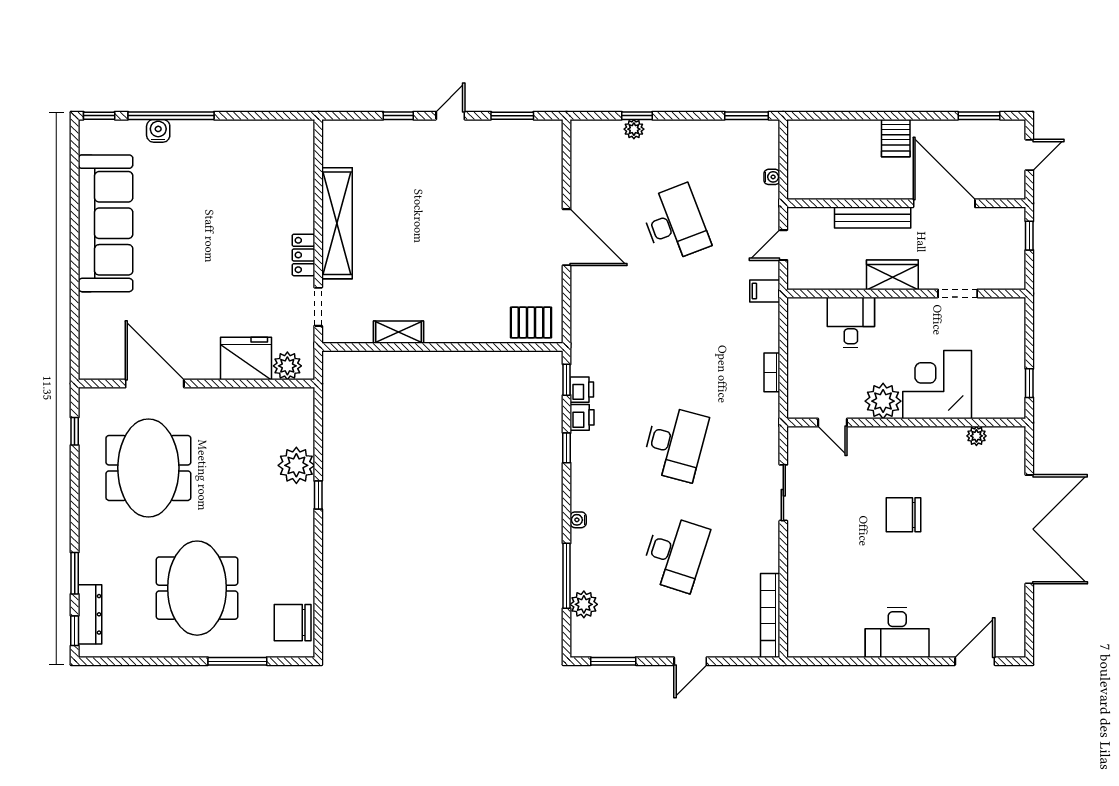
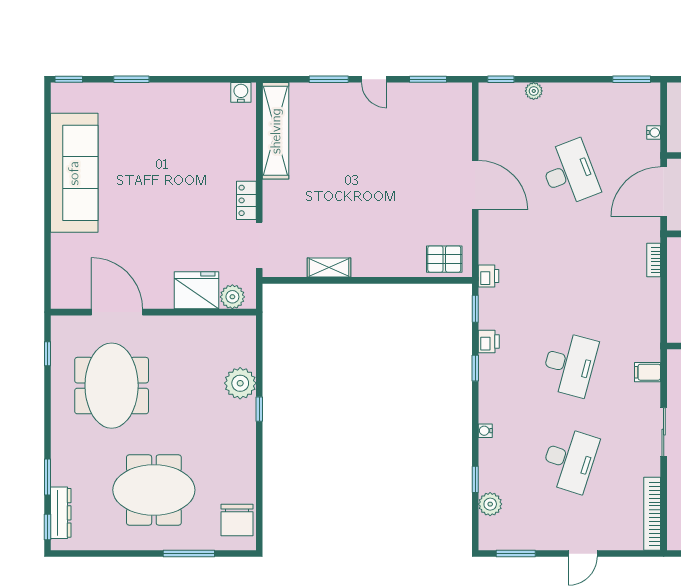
window: (171, 116) -> (131, 79), width x0.47
window: (398, 116) -> (329, 79), width x1.50
door: (450, 116) -> (374, 79), swing flipped
window: (637, 116) -> (501, 79), moved
water cooler: (158, 131) -> (241, 92), moved
shelving: (337, 223) -> (276, 131), moved
door: (783, 245) -> (664, 192), width x1.87
filing cabinet: (765, 291) -> (648, 372), moved
doorway: (318, 307) -> (259, 245), width x1.38
bookcase: (772, 372) -> (654, 260), moved
printer: (582, 390) -> (488, 276), moved
sliding door: (783, 493) -> (664, 432), moved
window: (567, 576) -> (475, 479), width x0.46
meeting table: (197, 588) -> (154, 490), turned 90
chair: (293, 623) -> (237, 520), turned -90

